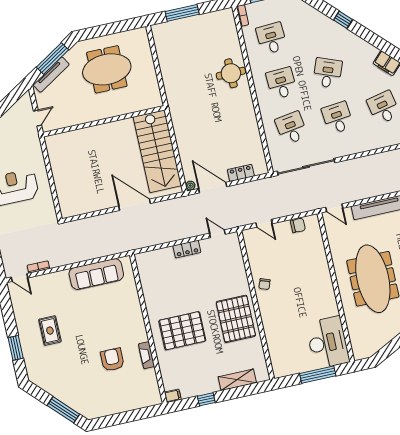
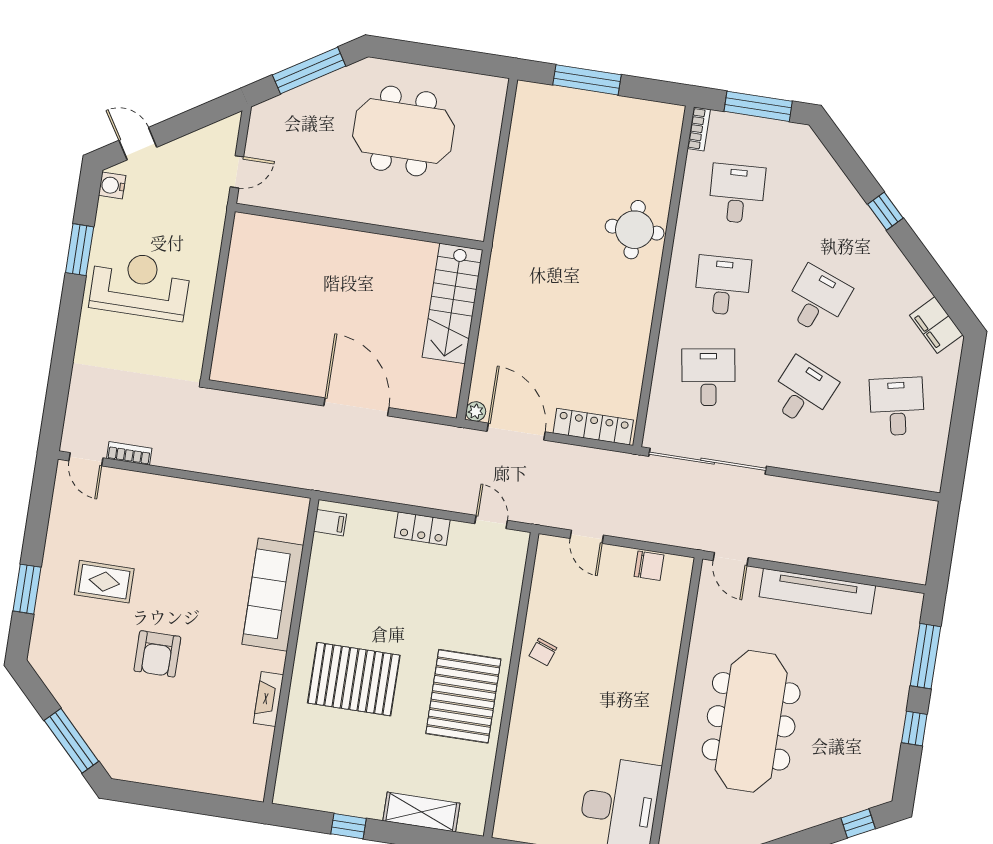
tv unit: (51, 75) -> (295, 100), removed
desk: (337, 118) -> (803, 392), turned 30
stairs: (157, 151) -> (453, 303), width x0.73, depth x0.66
locker: (241, 173) -> (593, 427), width x1.53
sofa: (96, 274) -> (273, 595), moved, turned 90
rug: (50, 331) -> (104, 582), turned 90
armchair: (112, 360) -> (157, 654), moved, turned 180
filing cabinet: (173, 396) -> (330, 523), moved

